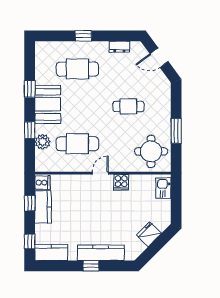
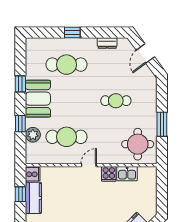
door: (159, 58) -> (145, 54), hinge flipped
kitchen sink: (163, 188) -> (127, 174), moved, turned -90

